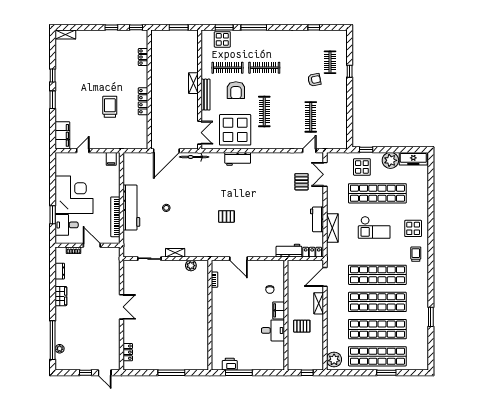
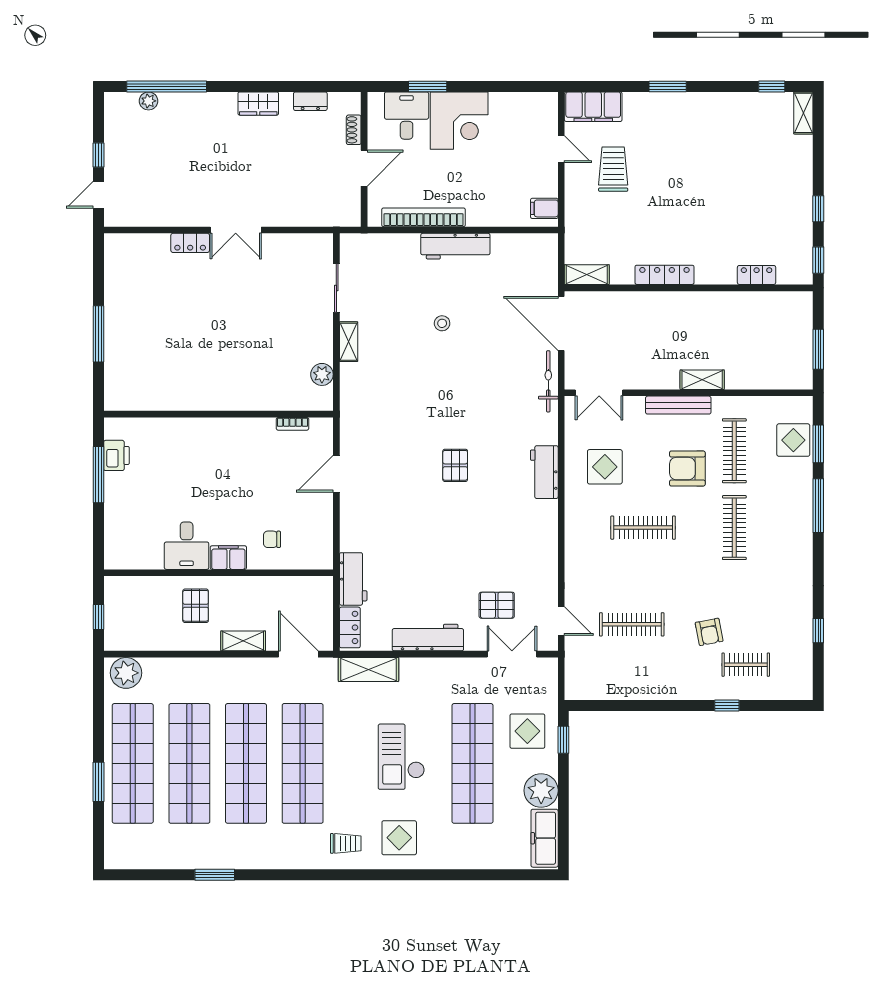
window: (53, 75) -> (772, 86), moved
trolley: (110, 107) -> (613, 169), moved, turned -90
display table: (235, 130) -> (605, 467), width x0.54, depth x0.54
shelving: (143, 138) -> (587, 275), added
corner desk: (74, 195) -> (459, 121), width x0.74, depth x0.74
workbench: (131, 208) -> (455, 246), width x0.73, depth x0.76
pallet: (226, 216) -> (455, 465), moved
workbench: (317, 219) -> (428, 638), width x1.38
shelving: (332, 228) -> (369, 669), moved
locker: (128, 352) -> (190, 243), moved

